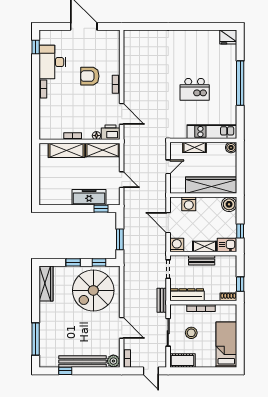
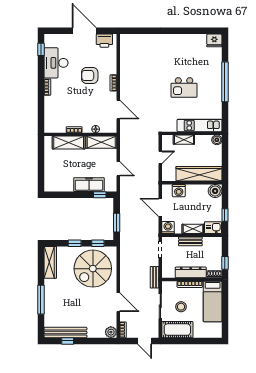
printer: (110, 132) -> (104, 41), moved, turned 180
dresser: (187, 295) -> (191, 272), moved
window: (36, 339) -> (41, 300), moved
bed: (226, 345) -> (213, 301), moved, turned 180
bench: (82, 361) -> (65, 333), moved
cot: (183, 361) -> (177, 330), width x1.37, depth x1.34

